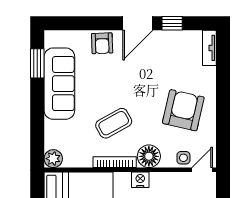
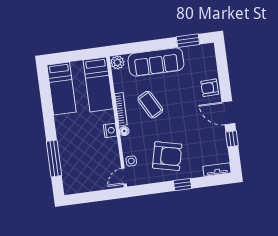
sofa: (59, 84) -> (156, 62), moved
window: (223, 95) -> (183, 185), added
floor lamp: (149, 156) -> (124, 131), width x0.53, depth x0.53
door: (202, 170) -> (124, 176), swing flipped

